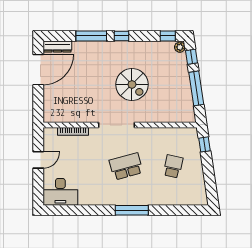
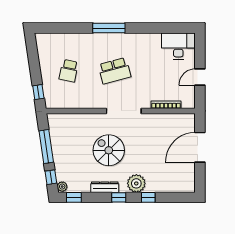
window: (91, 36) -> (148, 197), width x0.46
dresser: (57, 47) -> (105, 187), moved
plant: (104, 50) -> (136, 183), added
door: (38, 70) -> (200, 147), moved

